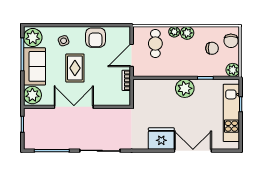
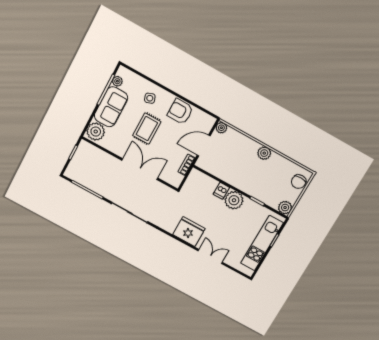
plant: (174, 32) -> (221, 128), moved
plant: (33, 37) -> (117, 81), width x0.53, depth x0.53
armchair: (96, 38) -> (180, 111), turned 90
cafe table: (155, 44) -> (231, 147), removed
chair: (212, 48) -> (278, 179), removed
dishwasher: (169, 86) -> (221, 191), added
double door: (74, 107) -> (140, 169), moved
double door: (193, 151) -> (210, 256), width x0.73

